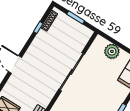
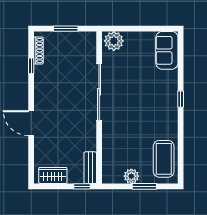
plant: (112, 51) -> (114, 41), moved

